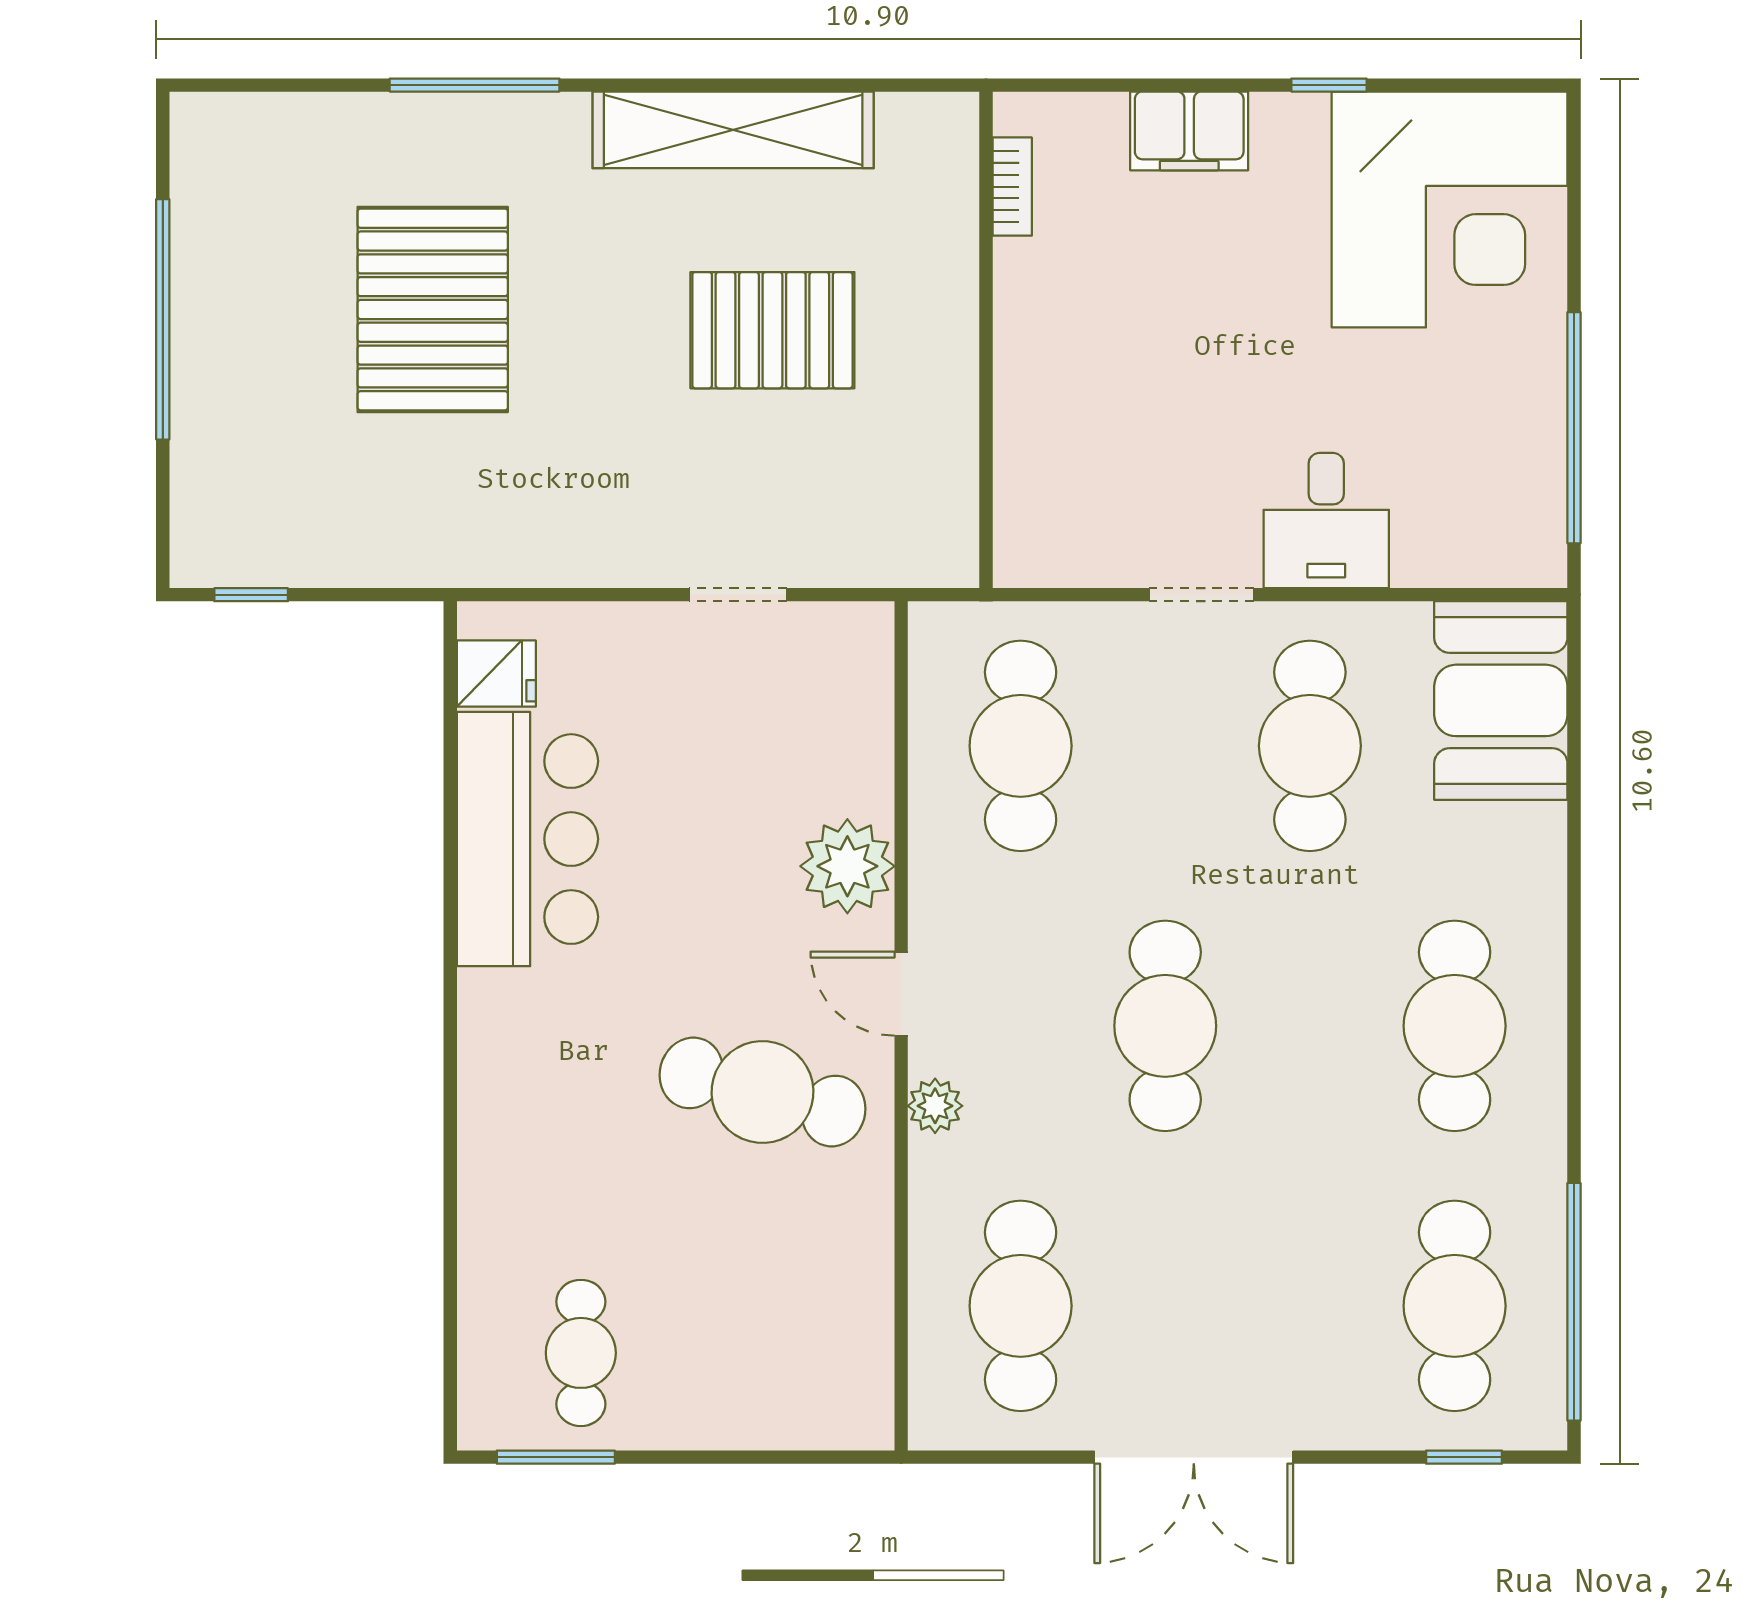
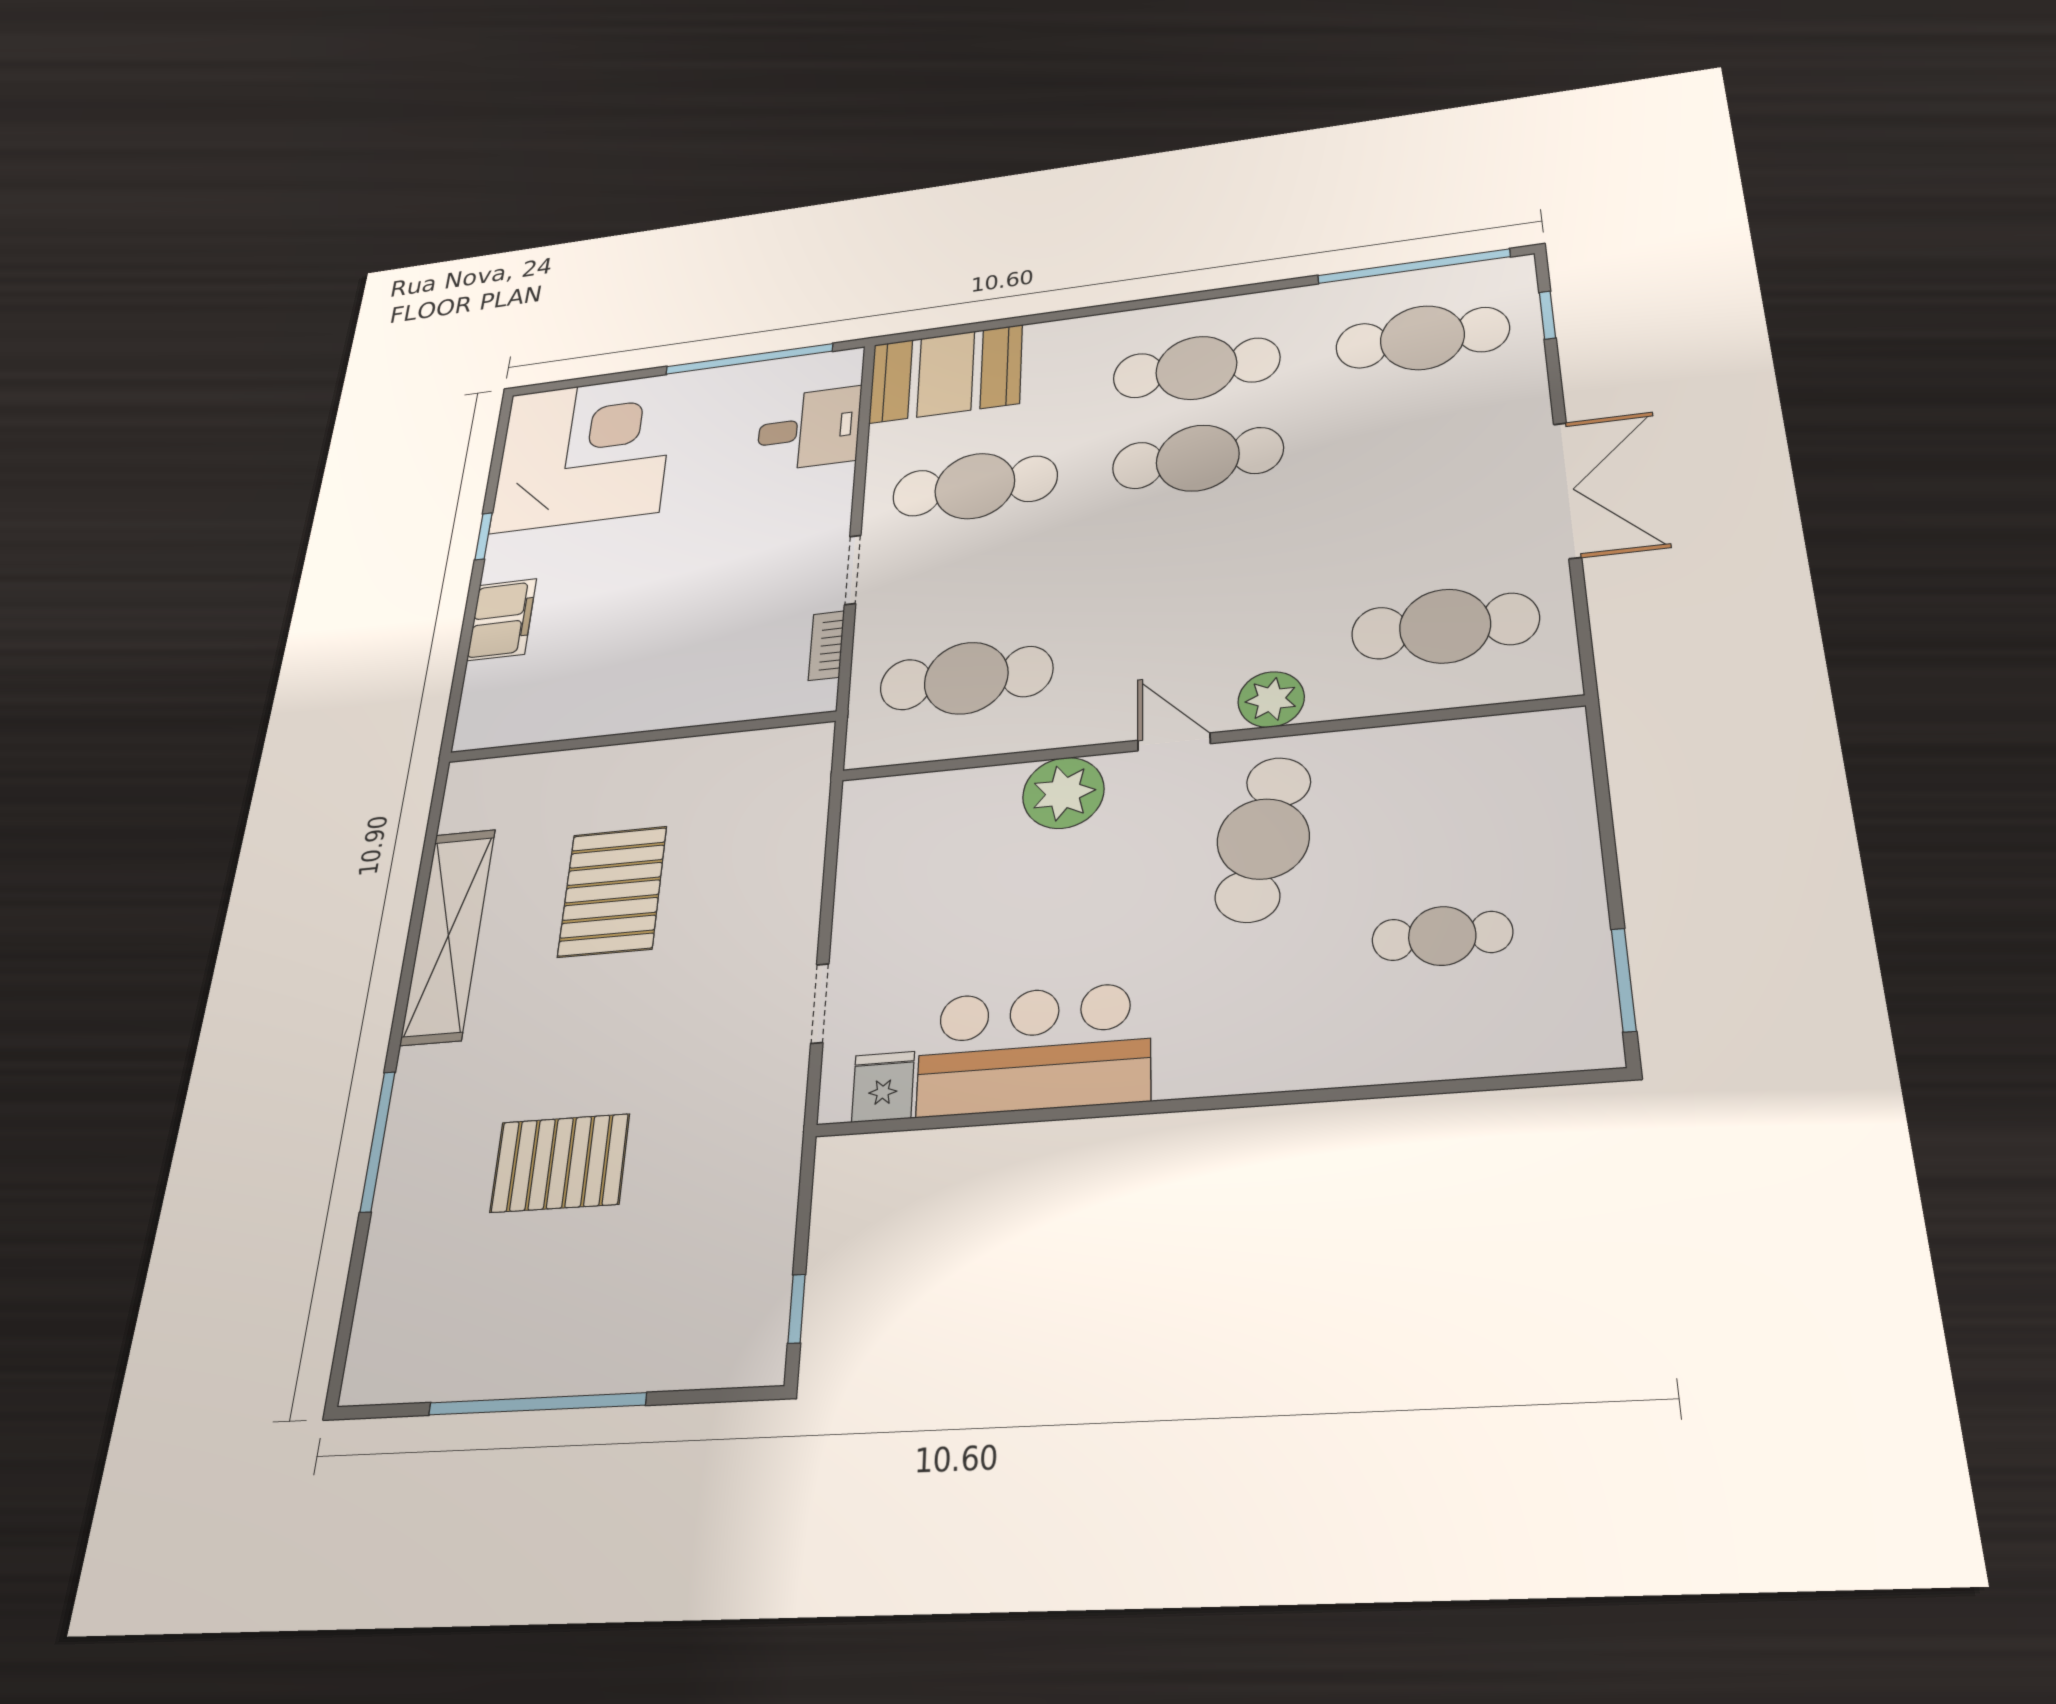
bookcase: (1012, 187) -> (826, 646), moved, turned -90
pallet: (433, 309) -> (560, 1163), width x0.73, depth x0.71
desk: (1326, 521) -> (809, 429), moved
doorway: (738, 595) -> (820, 1003), moved
door: (901, 994) -> (1174, 742), swing flipped
cafe table: (1165, 1026) -> (1198, 458), moved
plant: (935, 1106) -> (1271, 699), width x1.38, depth x1.38
cafe table: (581, 1353) -> (1442, 936), moved

